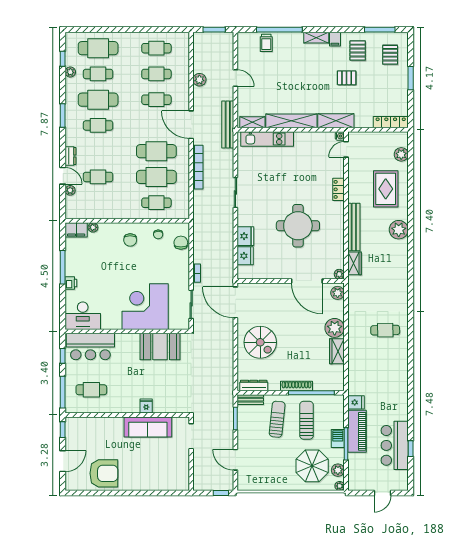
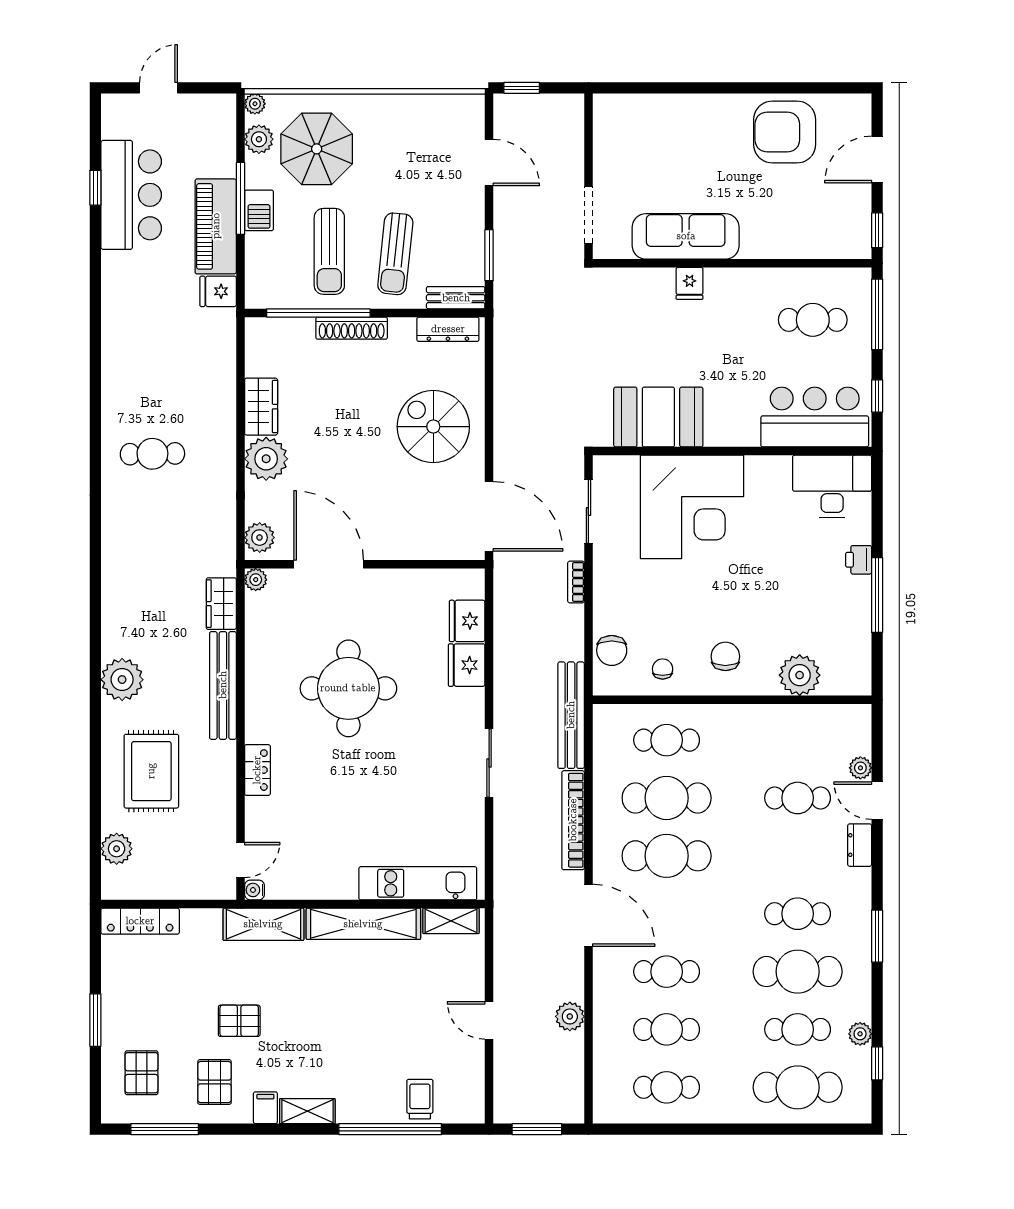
bench: (228, 124) -> (571, 715), moved
plant: (93, 227) -> (800, 675), width x1.88, depth x1.88
filing cabinet: (76, 230) -> (847, 679), removed

